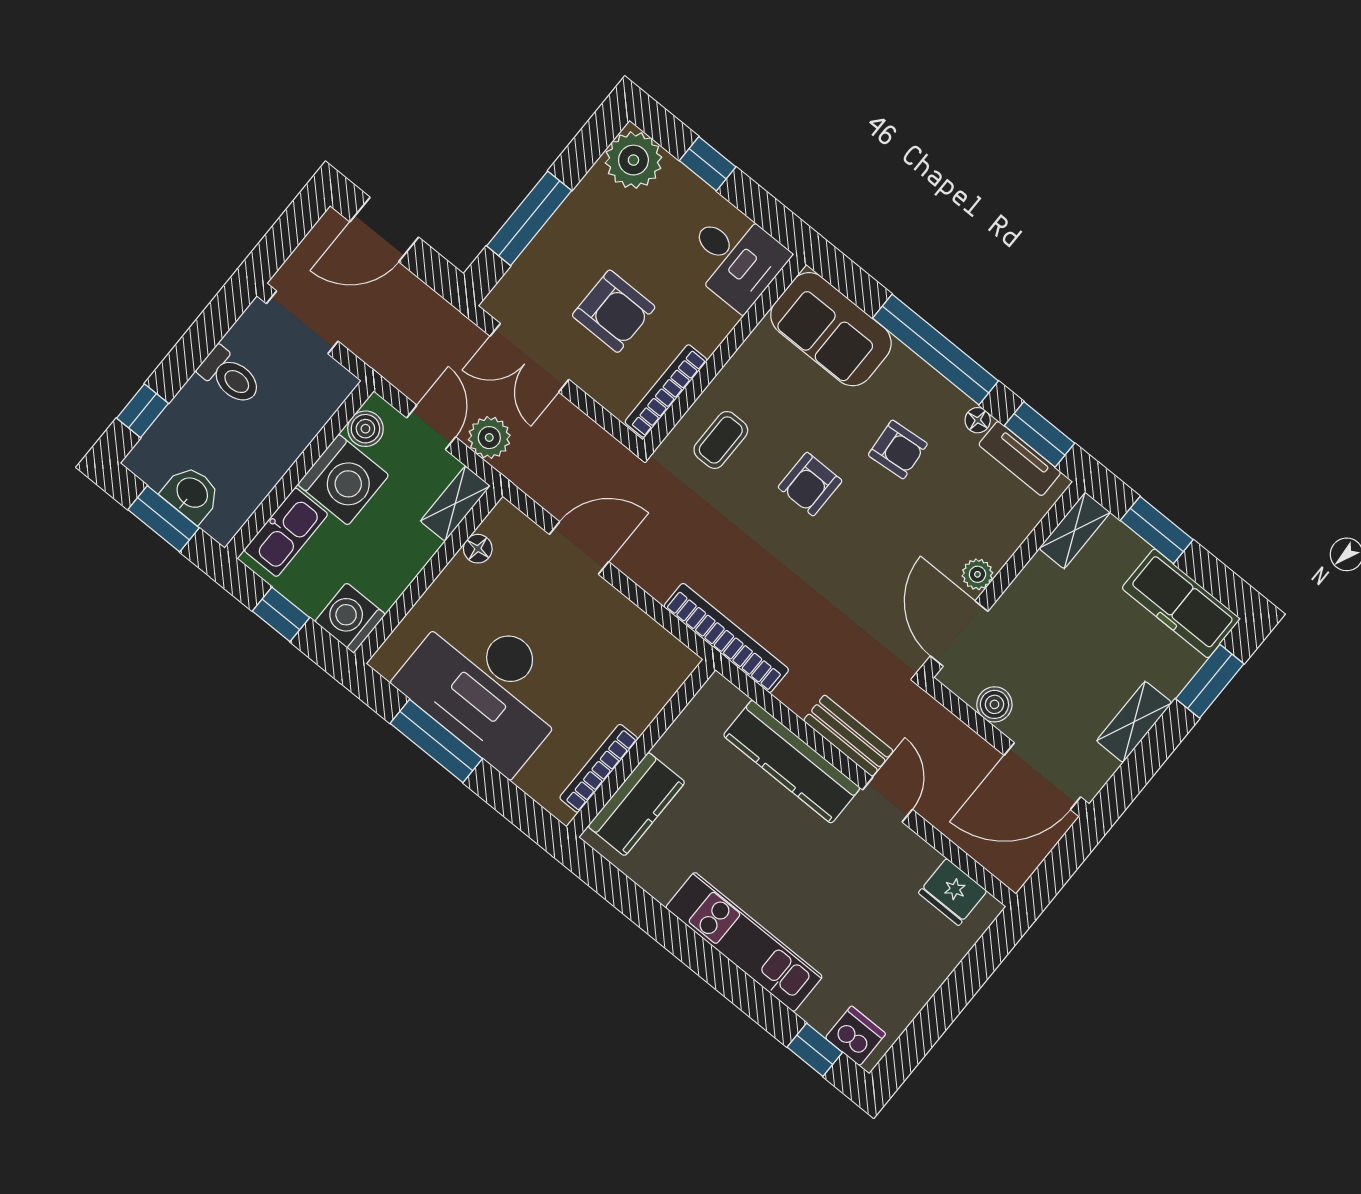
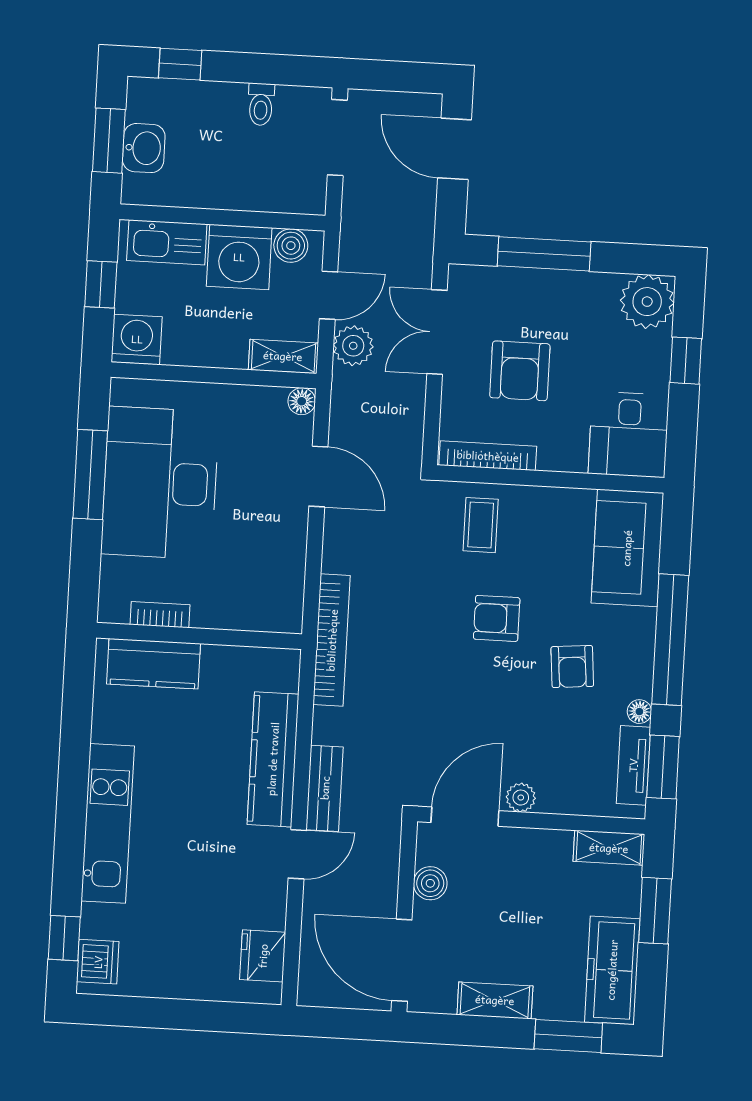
toilet: (230, 376) -> (261, 104), width x0.73, depth x0.72
coffee table: (721, 440) -> (481, 525), turned 90
floor lamp: (478, 549) -> (302, 401), moved
bookcase: (599, 768) -> (160, 615), width x0.64

